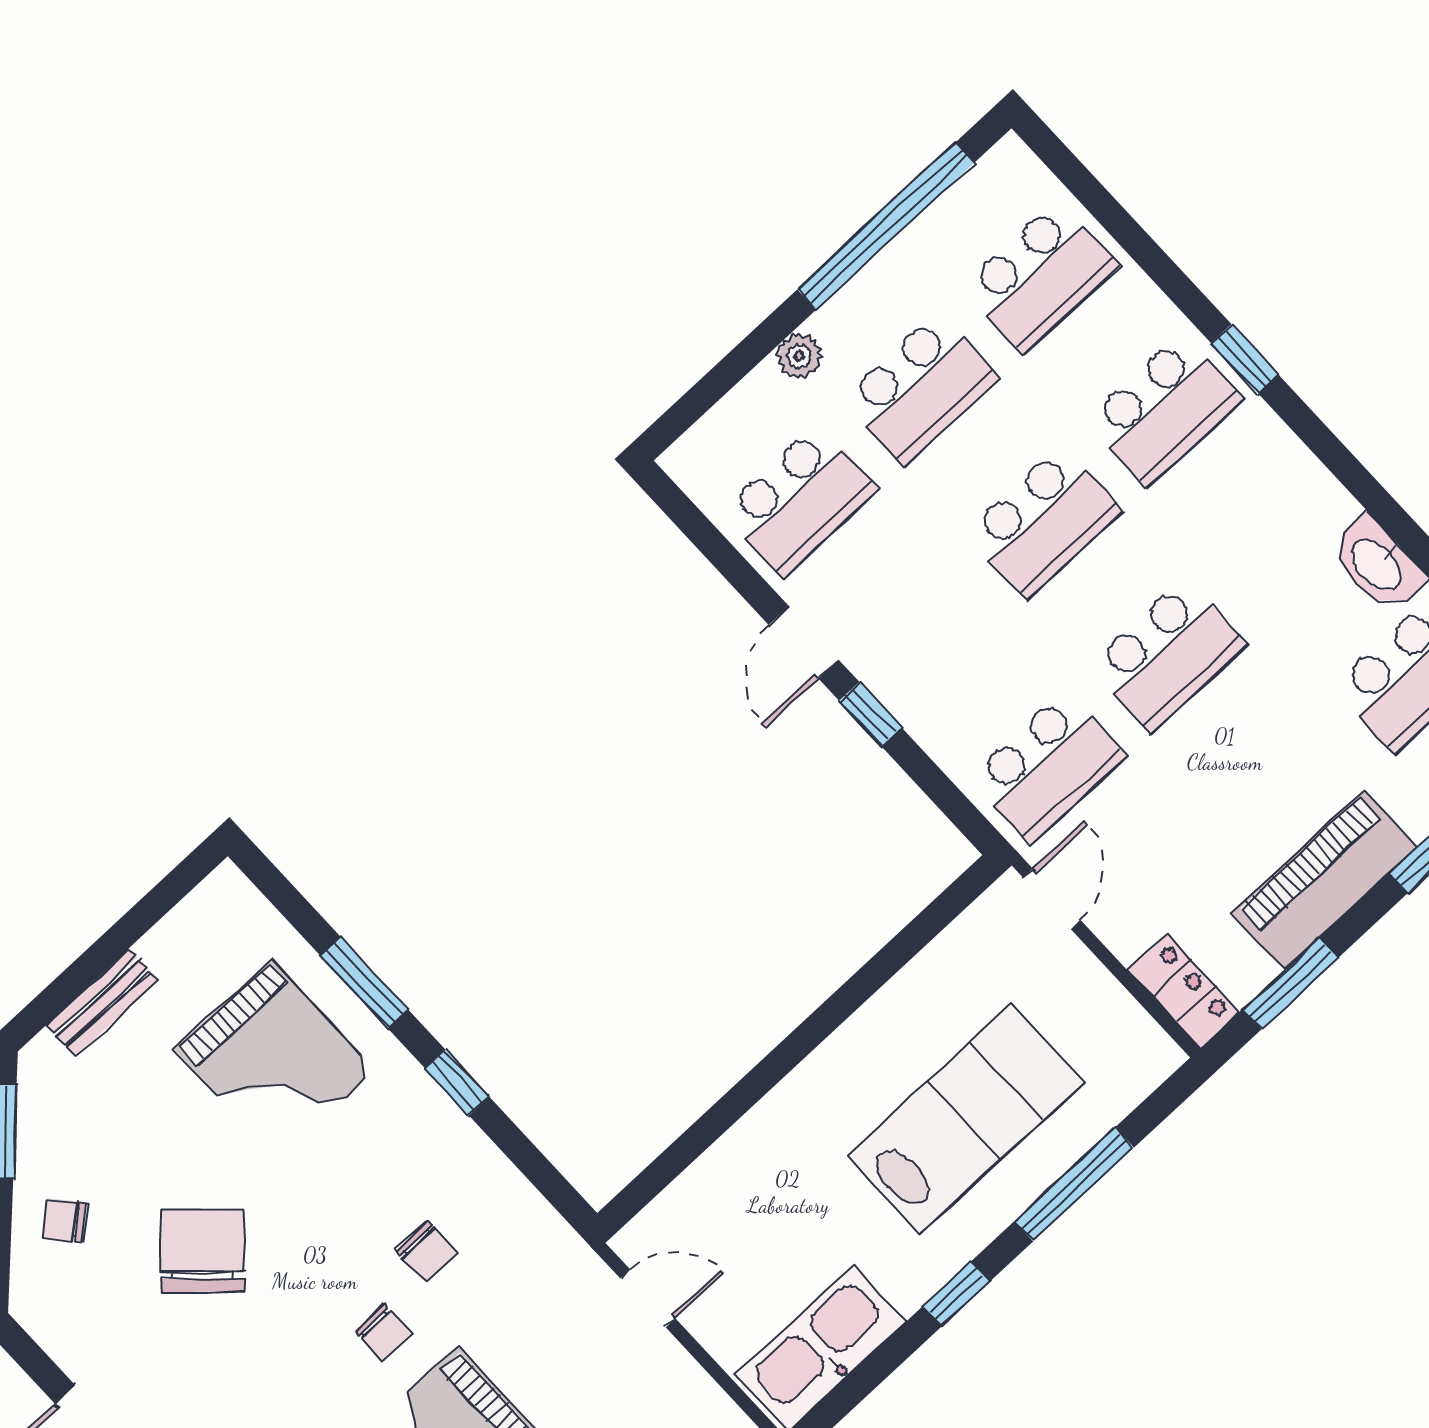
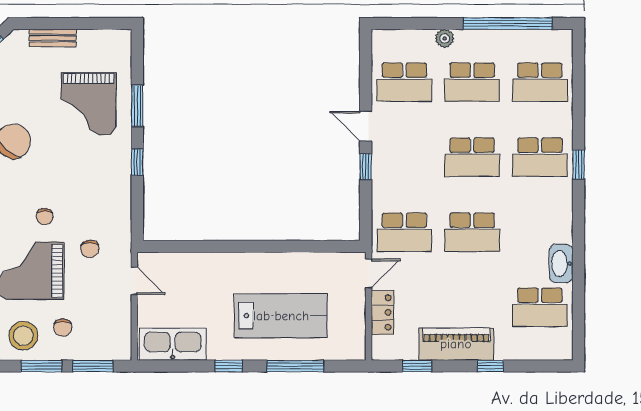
door: (804, 642) -> (366, 126), hinge flipped
window: (1291, 983) -> (417, 366), width x0.67
locker: (1183, 991) -> (383, 312), moved
chair: (427, 1252) -> (90, 249), moved

